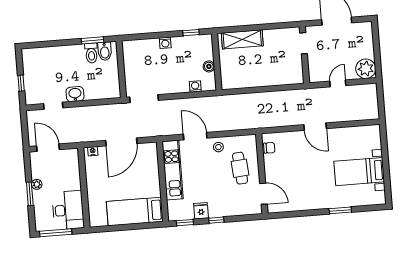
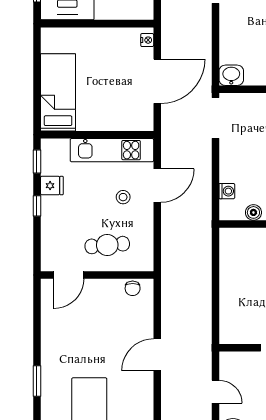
washbasin: (75, 94) -> (231, 75), moved, turned -90
door: (121, 142) -> (157, 81), swing flipped
stool: (218, 147) -> (123, 197), moved

